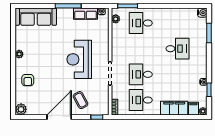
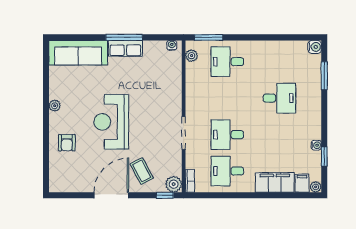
row of seats: (86, 14) -> (125, 48), moved
reception desk: (79, 59) -> (111, 122), moved
plant: (21, 109) -> (174, 184), moved

